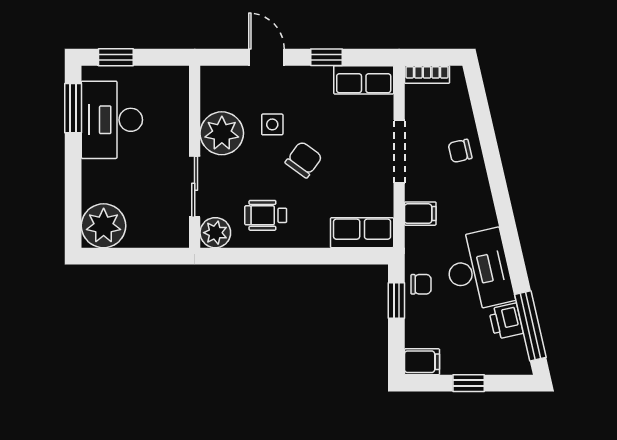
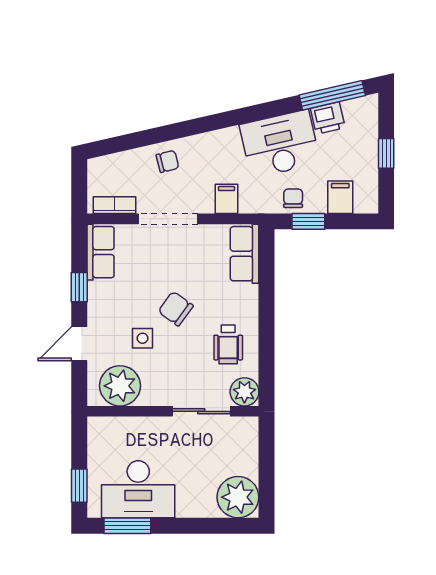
bookcase: (427, 74) -> (114, 205), moved, turned -90
plant: (222, 133) -> (120, 386), moved
chair: (460, 151) -> (167, 161), turned -91
filing cabinet: (422, 362) -> (340, 197), moved

